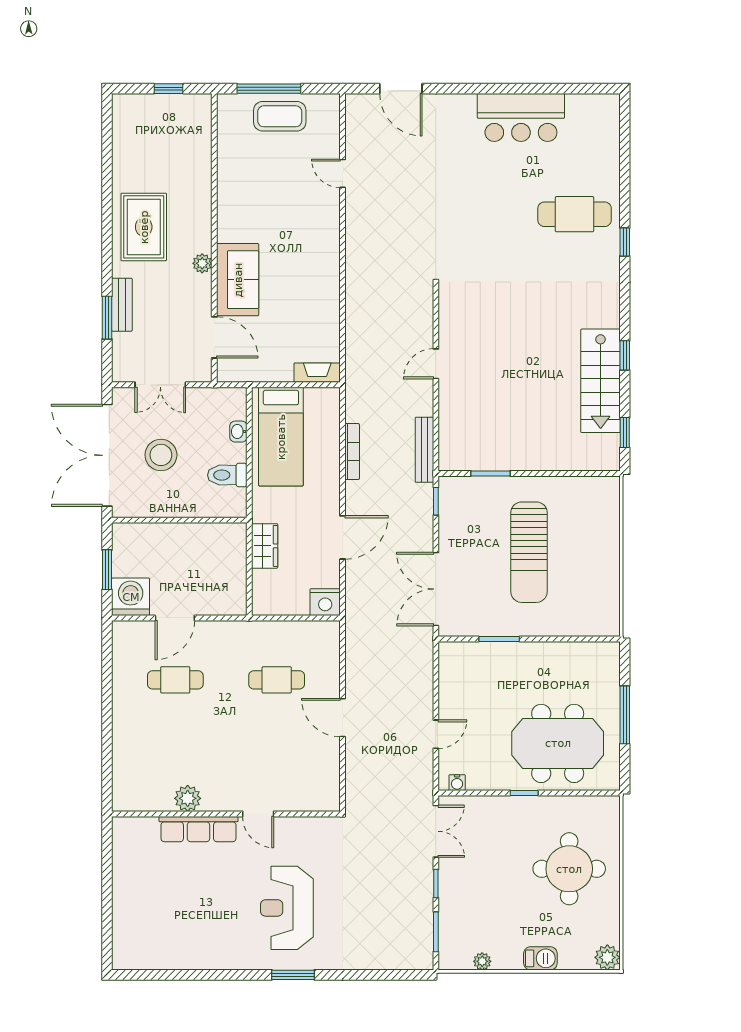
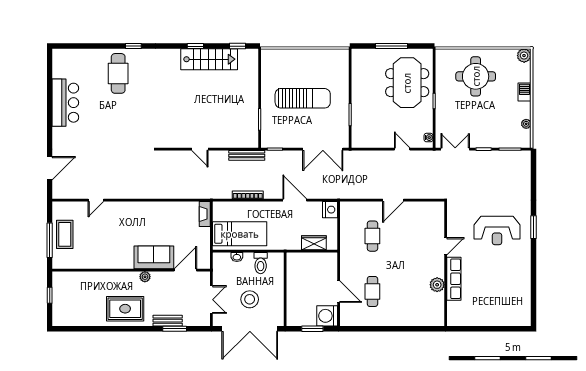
wardrobe: (265, 546) -> (314, 243), moved

